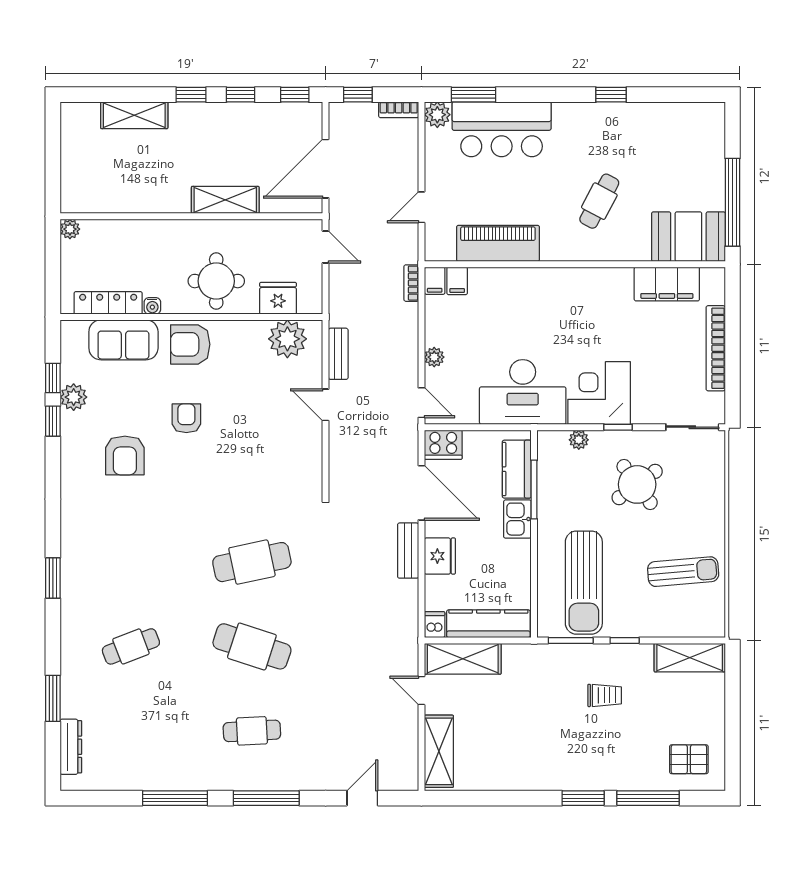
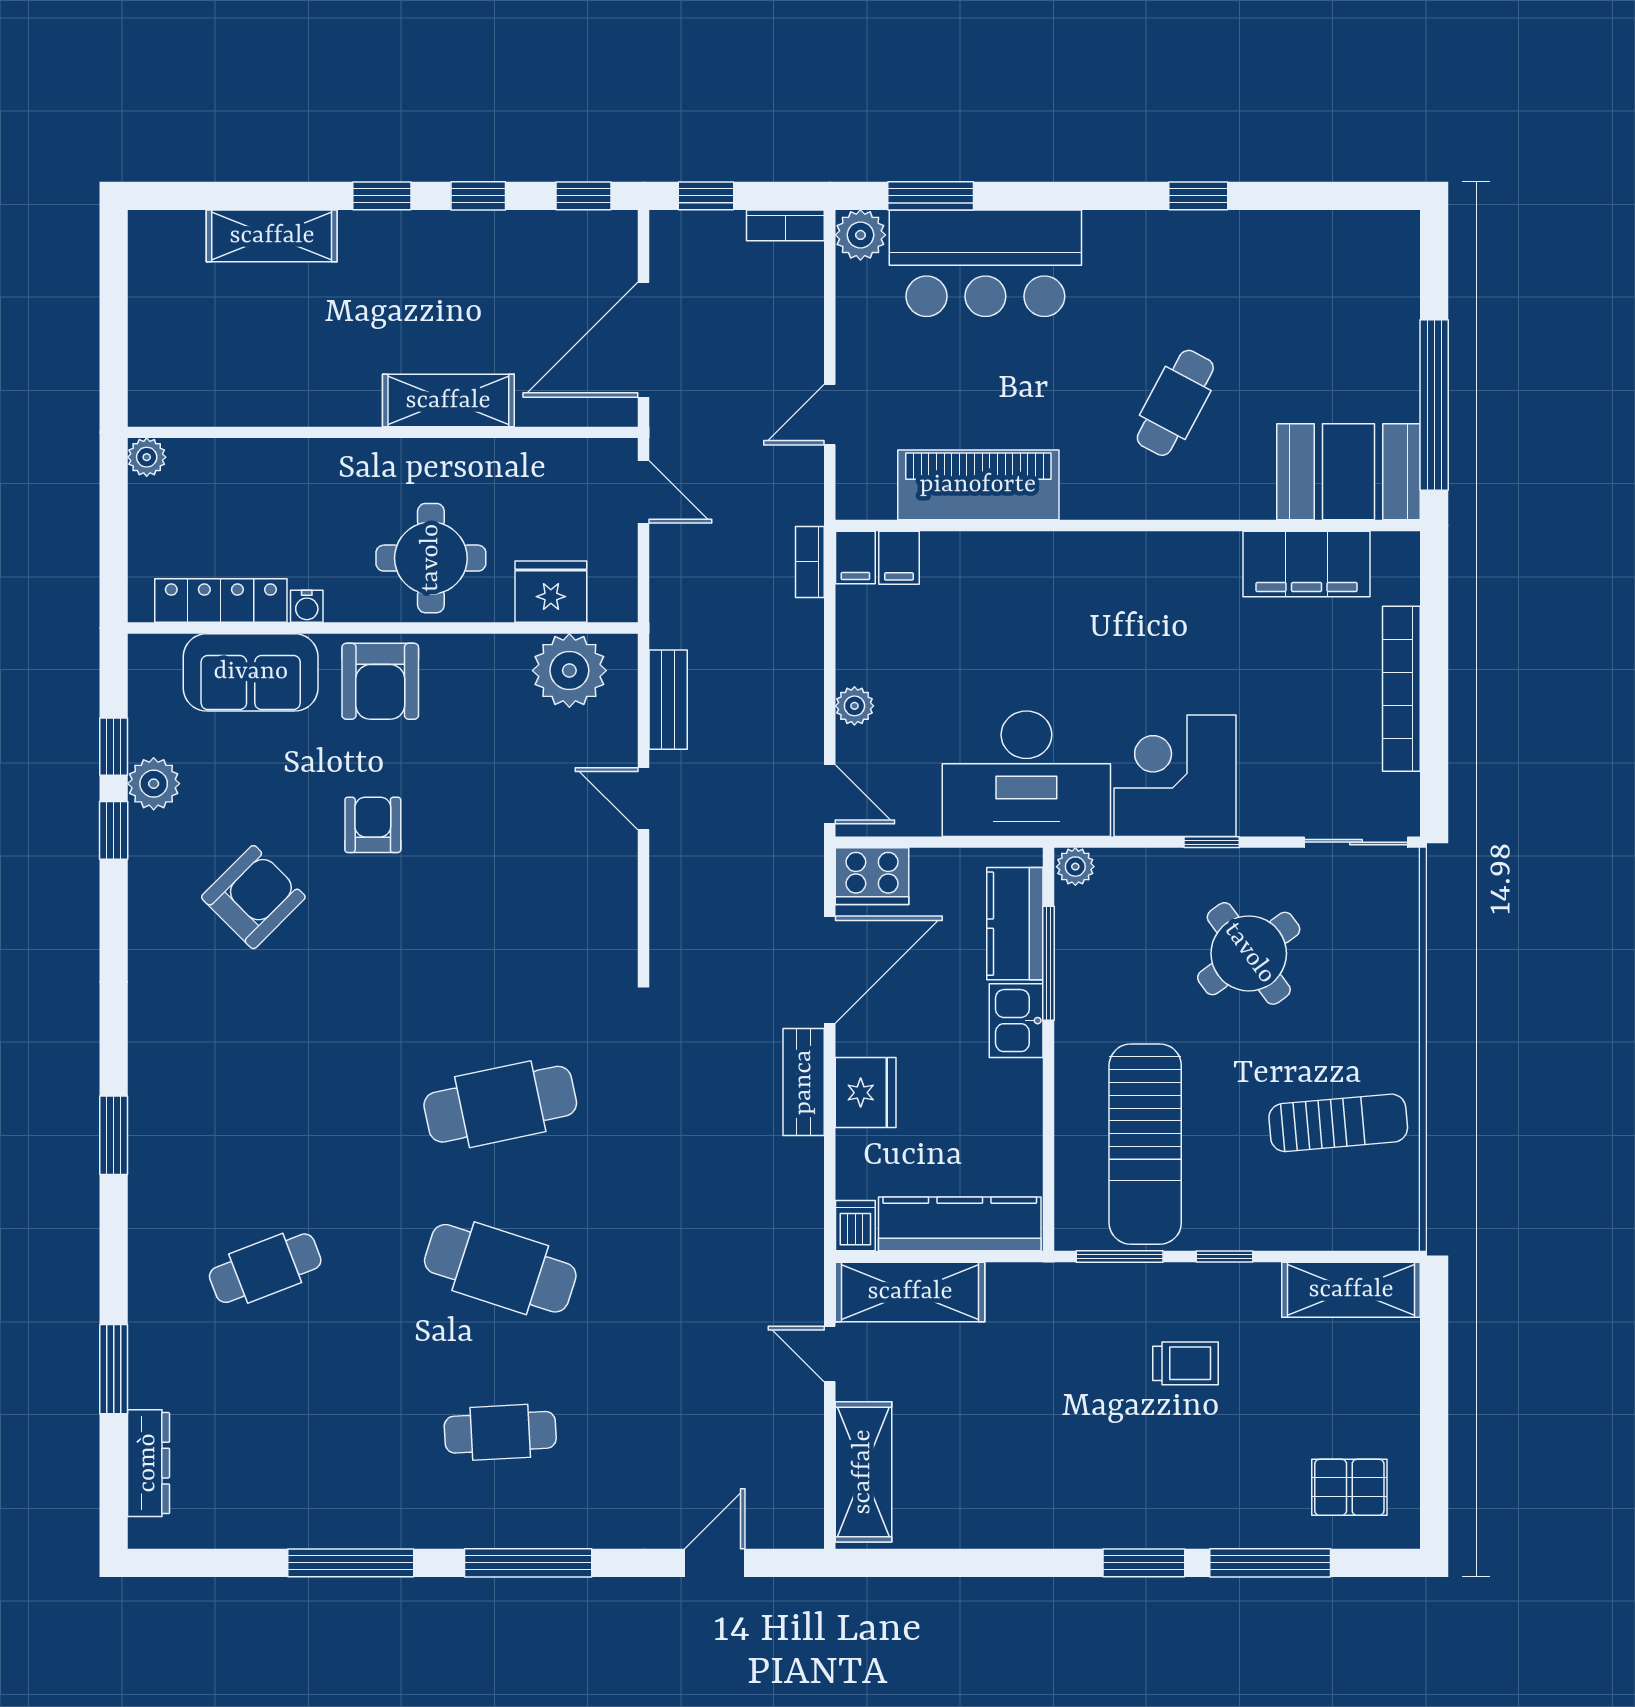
armchair: (190, 344) -> (380, 681), turned -90
plant: (579, 440) -> (1075, 867), moved
armchair: (125, 455) -> (253, 897), turned -135
door: (421, 493) -> (830, 970), hinge flipped

